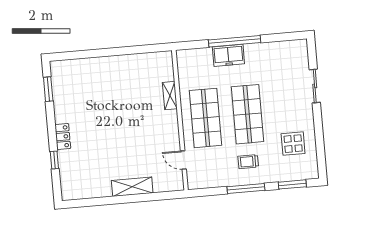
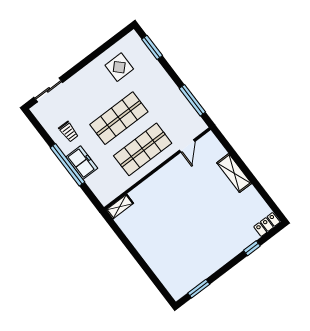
sliding door: (315, 86) -> (48, 90), moved
shelving: (170, 96) -> (120, 207), moved
locker: (63, 137) -> (267, 224), moved
trolley: (248, 162) -> (68, 132), moved
window: (246, 189) -> (192, 100), moved

